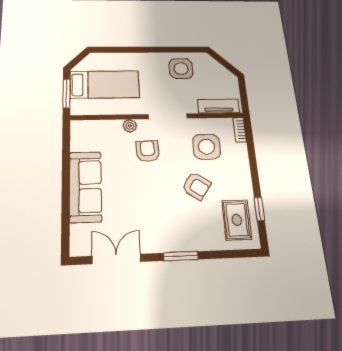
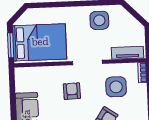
bed: (105, 85) -> (40, 42), width x1.50
plant: (130, 126) -> (59, 71), removed

